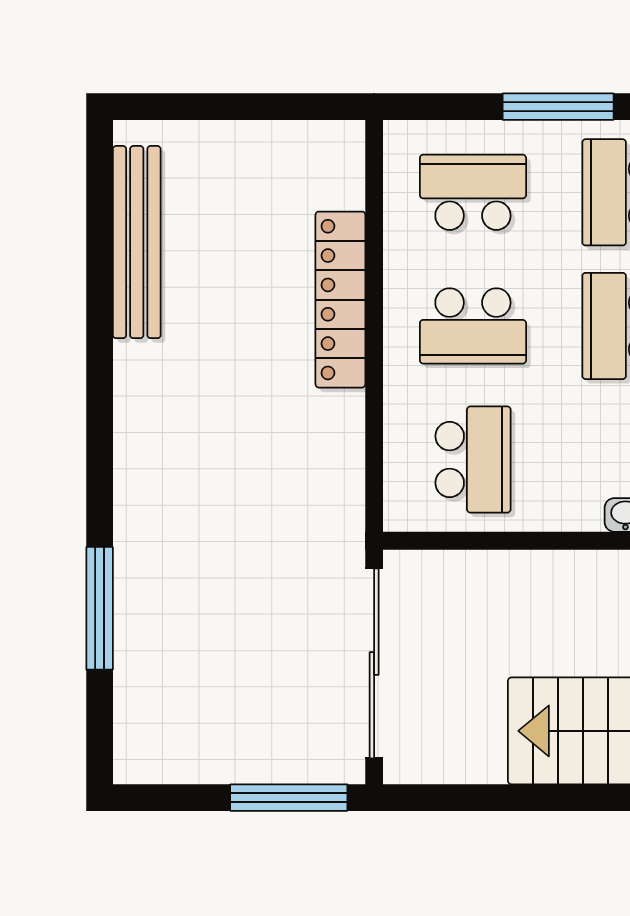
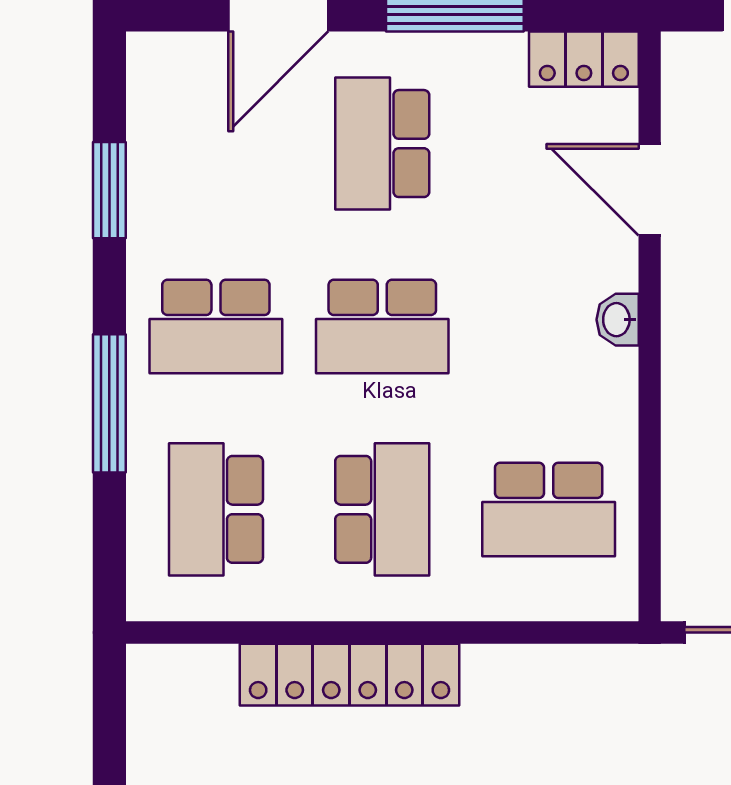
school desk: (473, 460) -> (549, 509), turned 180

